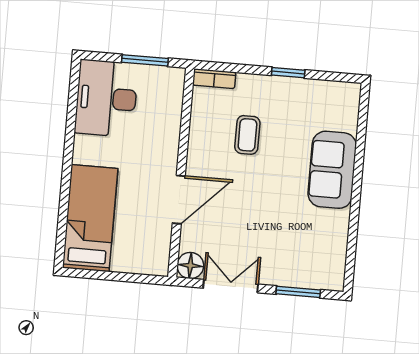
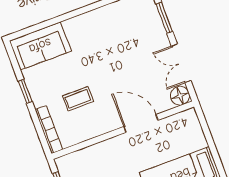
bookcase: (214, 79) -> (49, 130), width x1.56
sofa: (332, 170) -> (40, 46), moved

